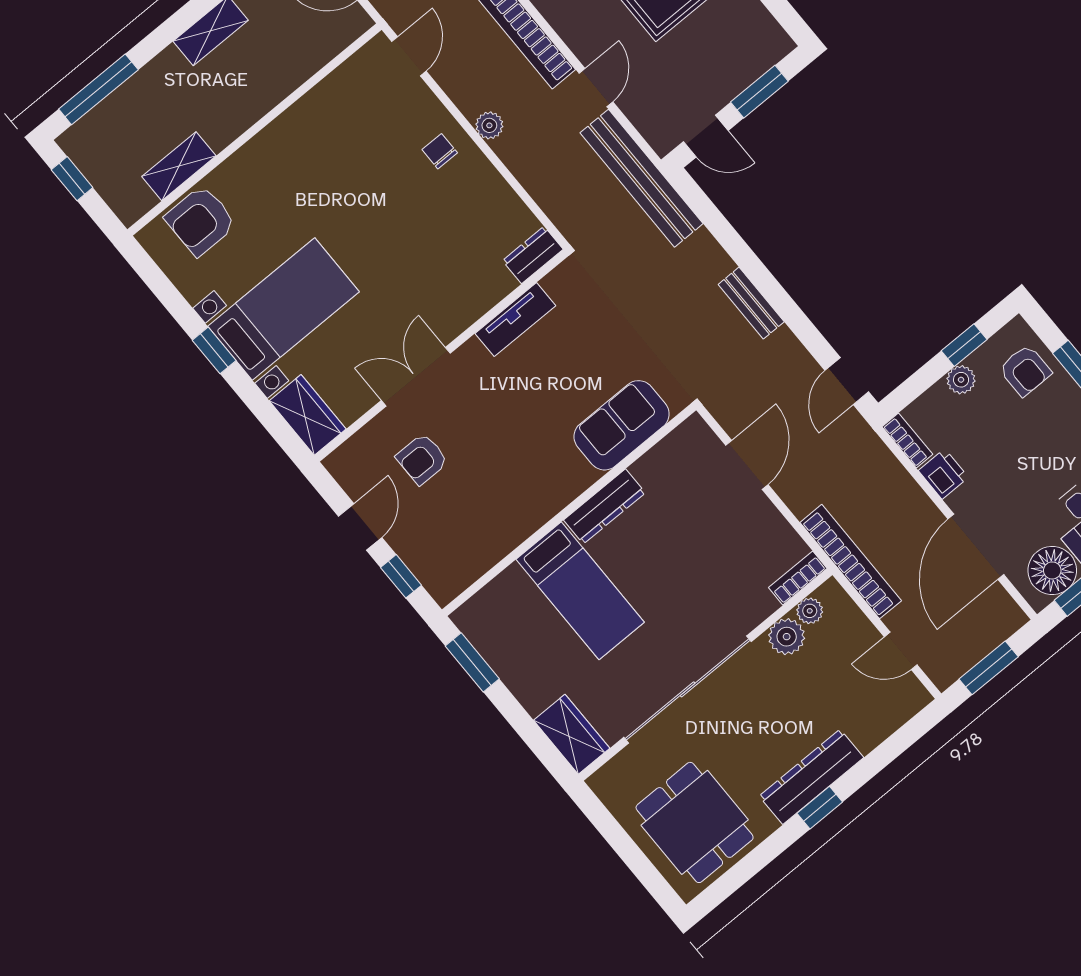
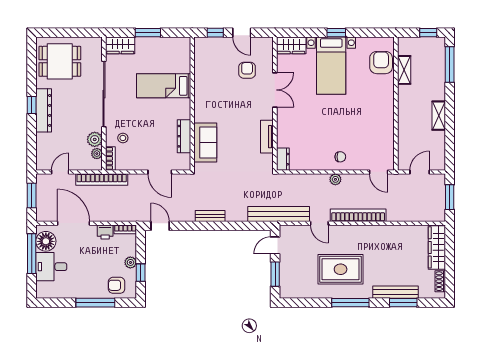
dresser: (604, 506) -> (184, 136), moved
stool: (740, 586) -> (123, 138), added
window: (472, 662) -> (148, 33), moved

